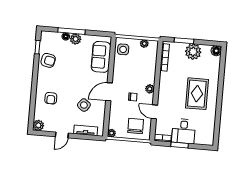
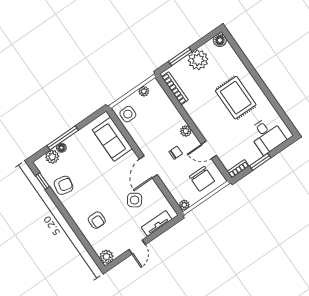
plant: (76, 39) -> (52, 157), moved
chair: (136, 126) -> (202, 179), turned 180
desk: (184, 131) -> (267, 135), moved

